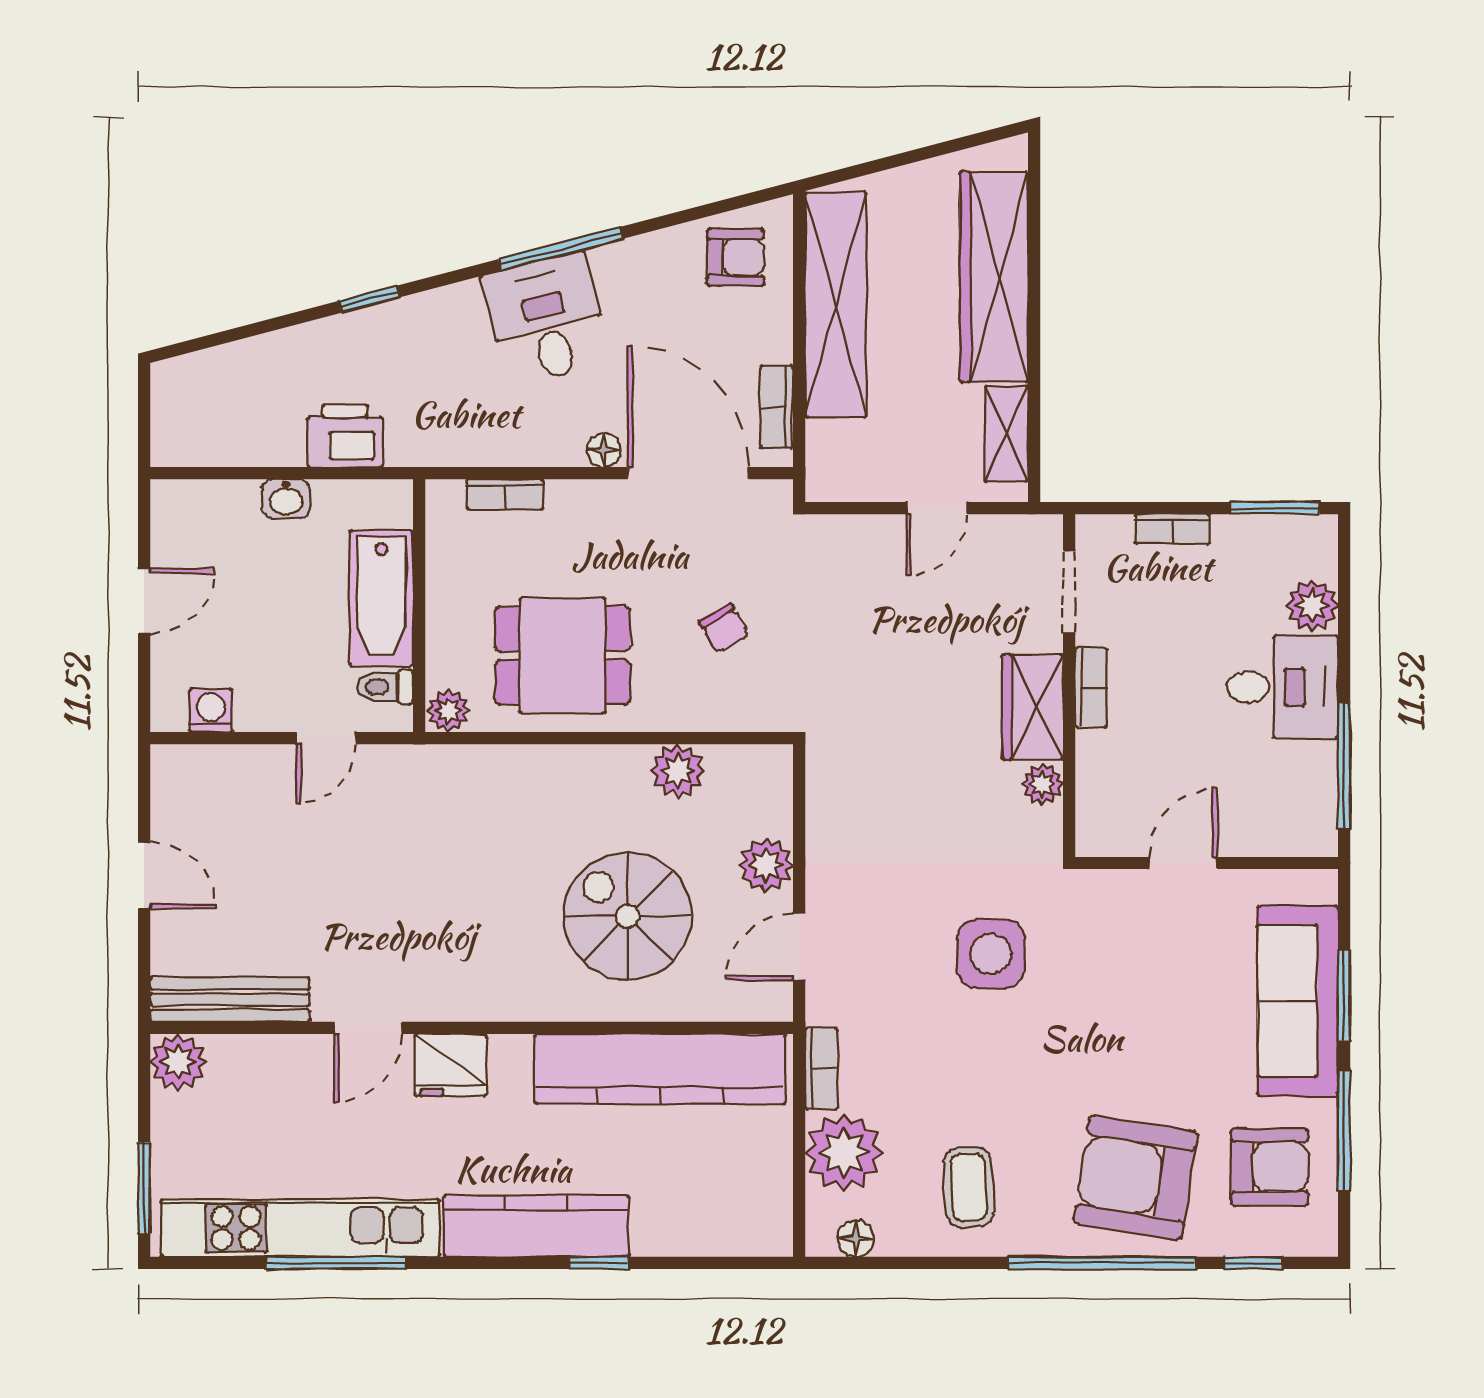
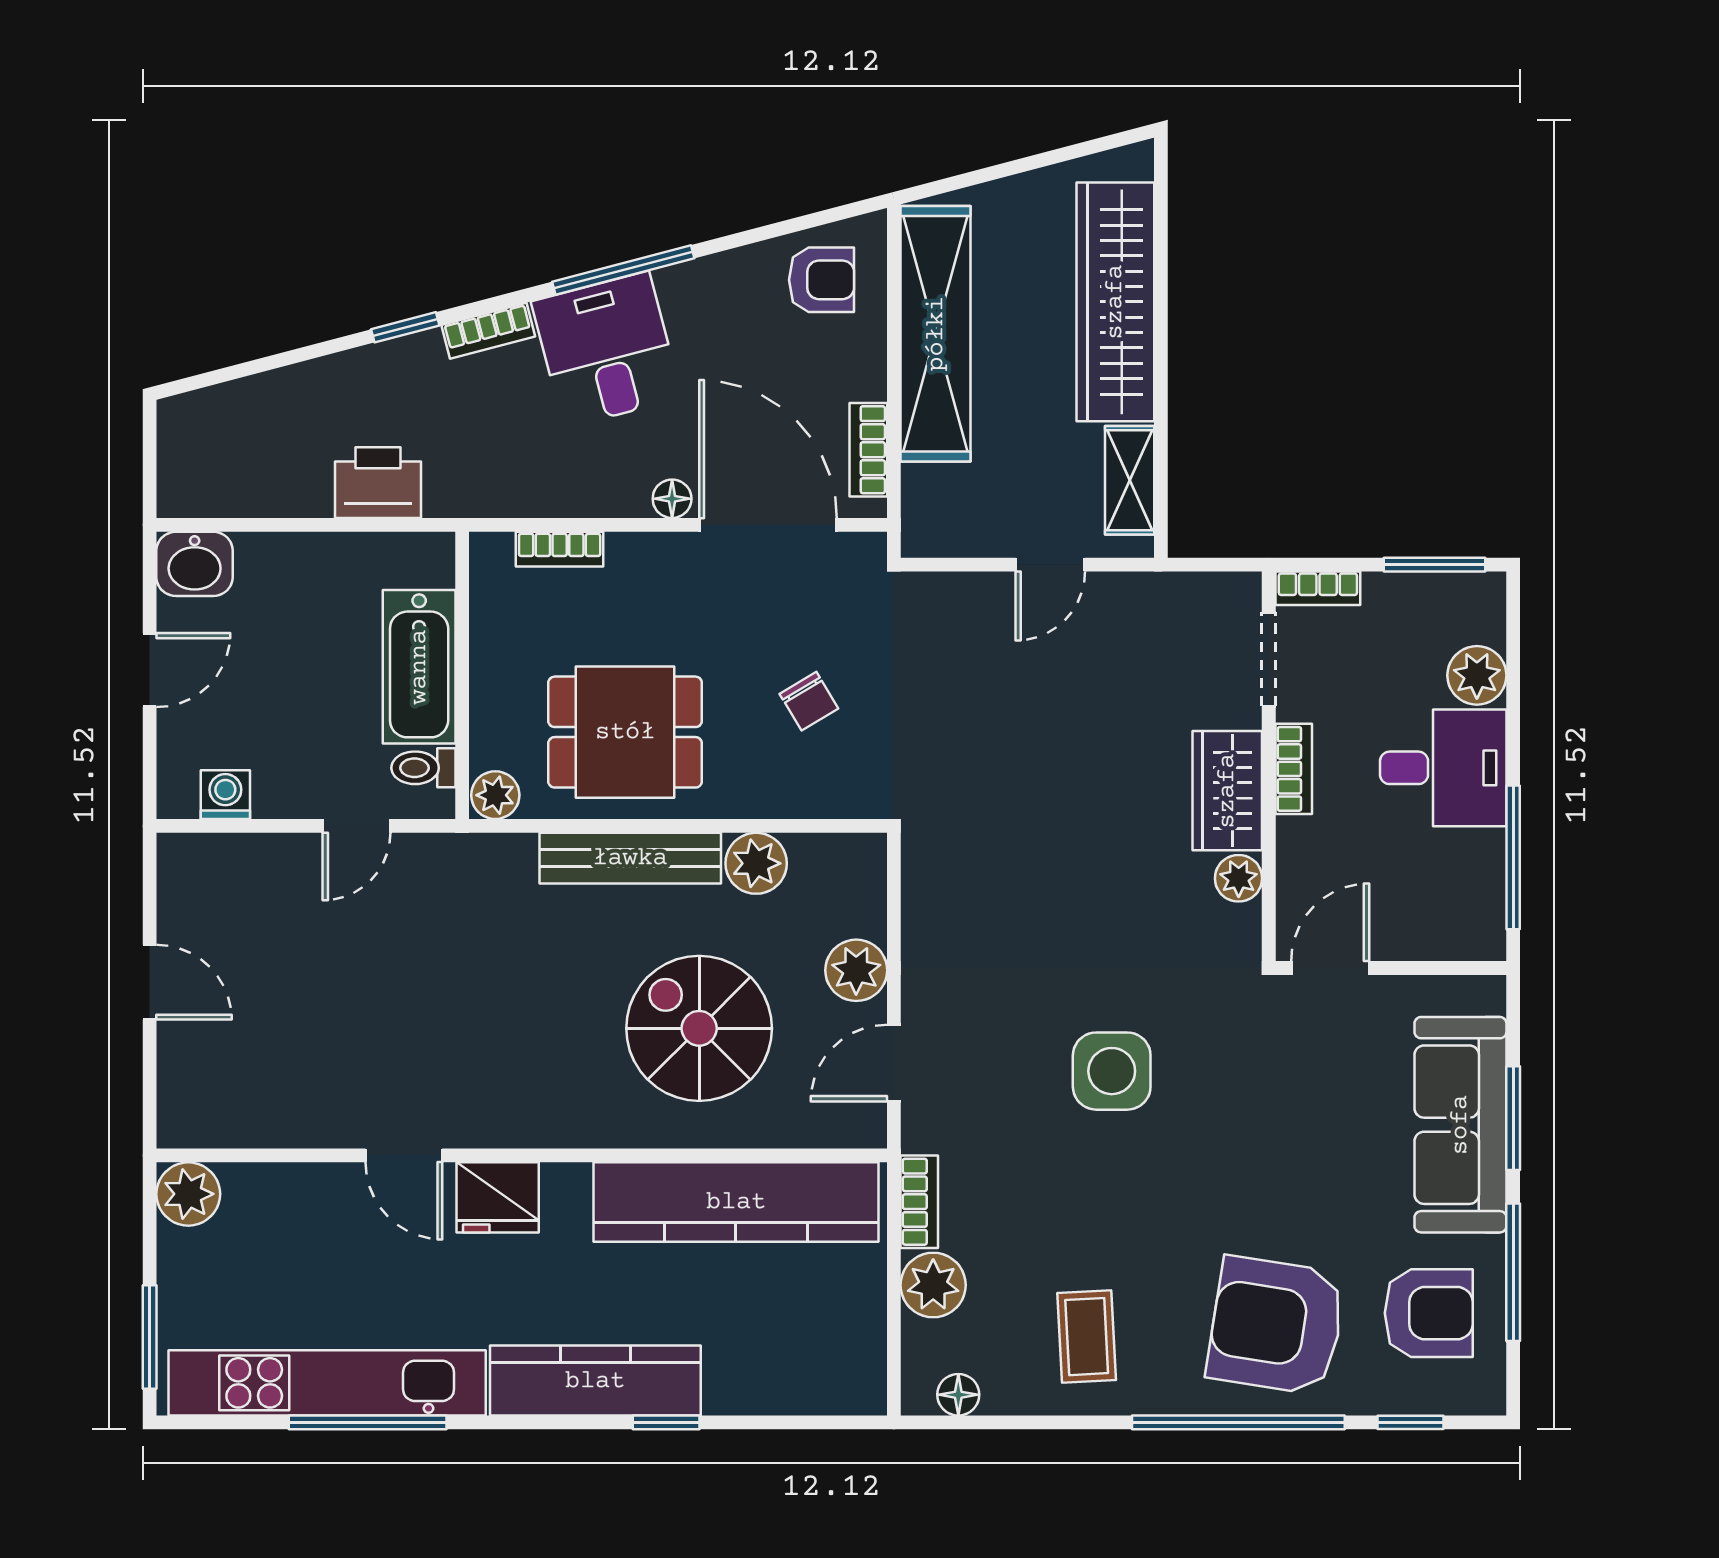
bookcase: (442, 302) -> (488, 331), added
washbasin: (286, 499) -> (195, 564), moved, width x1.38, depth x1.45
doorway: (1069, 591) -> (1269, 659), moved
wall: (1069, 686) -> (1269, 766), moved
bookcase: (1091, 688) -> (1294, 769), moved
wardrobe: (1033, 707) -> (1227, 791), moved
plant: (1042, 784) -> (1239, 878), moved
bench: (230, 1000) -> (630, 858), moved
door: (368, 1028) -> (404, 1155), hinge flipped
plant: (844, 1152) -> (933, 1285), width x0.73, depth x0.73

